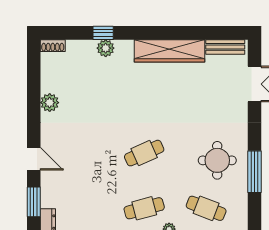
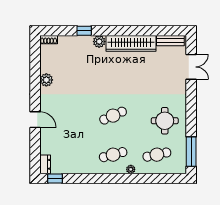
plant: (106, 48) -> (99, 42), moved
window: (255, 172) -> (191, 152), moved
window: (34, 202) -> (35, 150), removed
cafe table: (206, 208) -> (157, 155), turned -33

